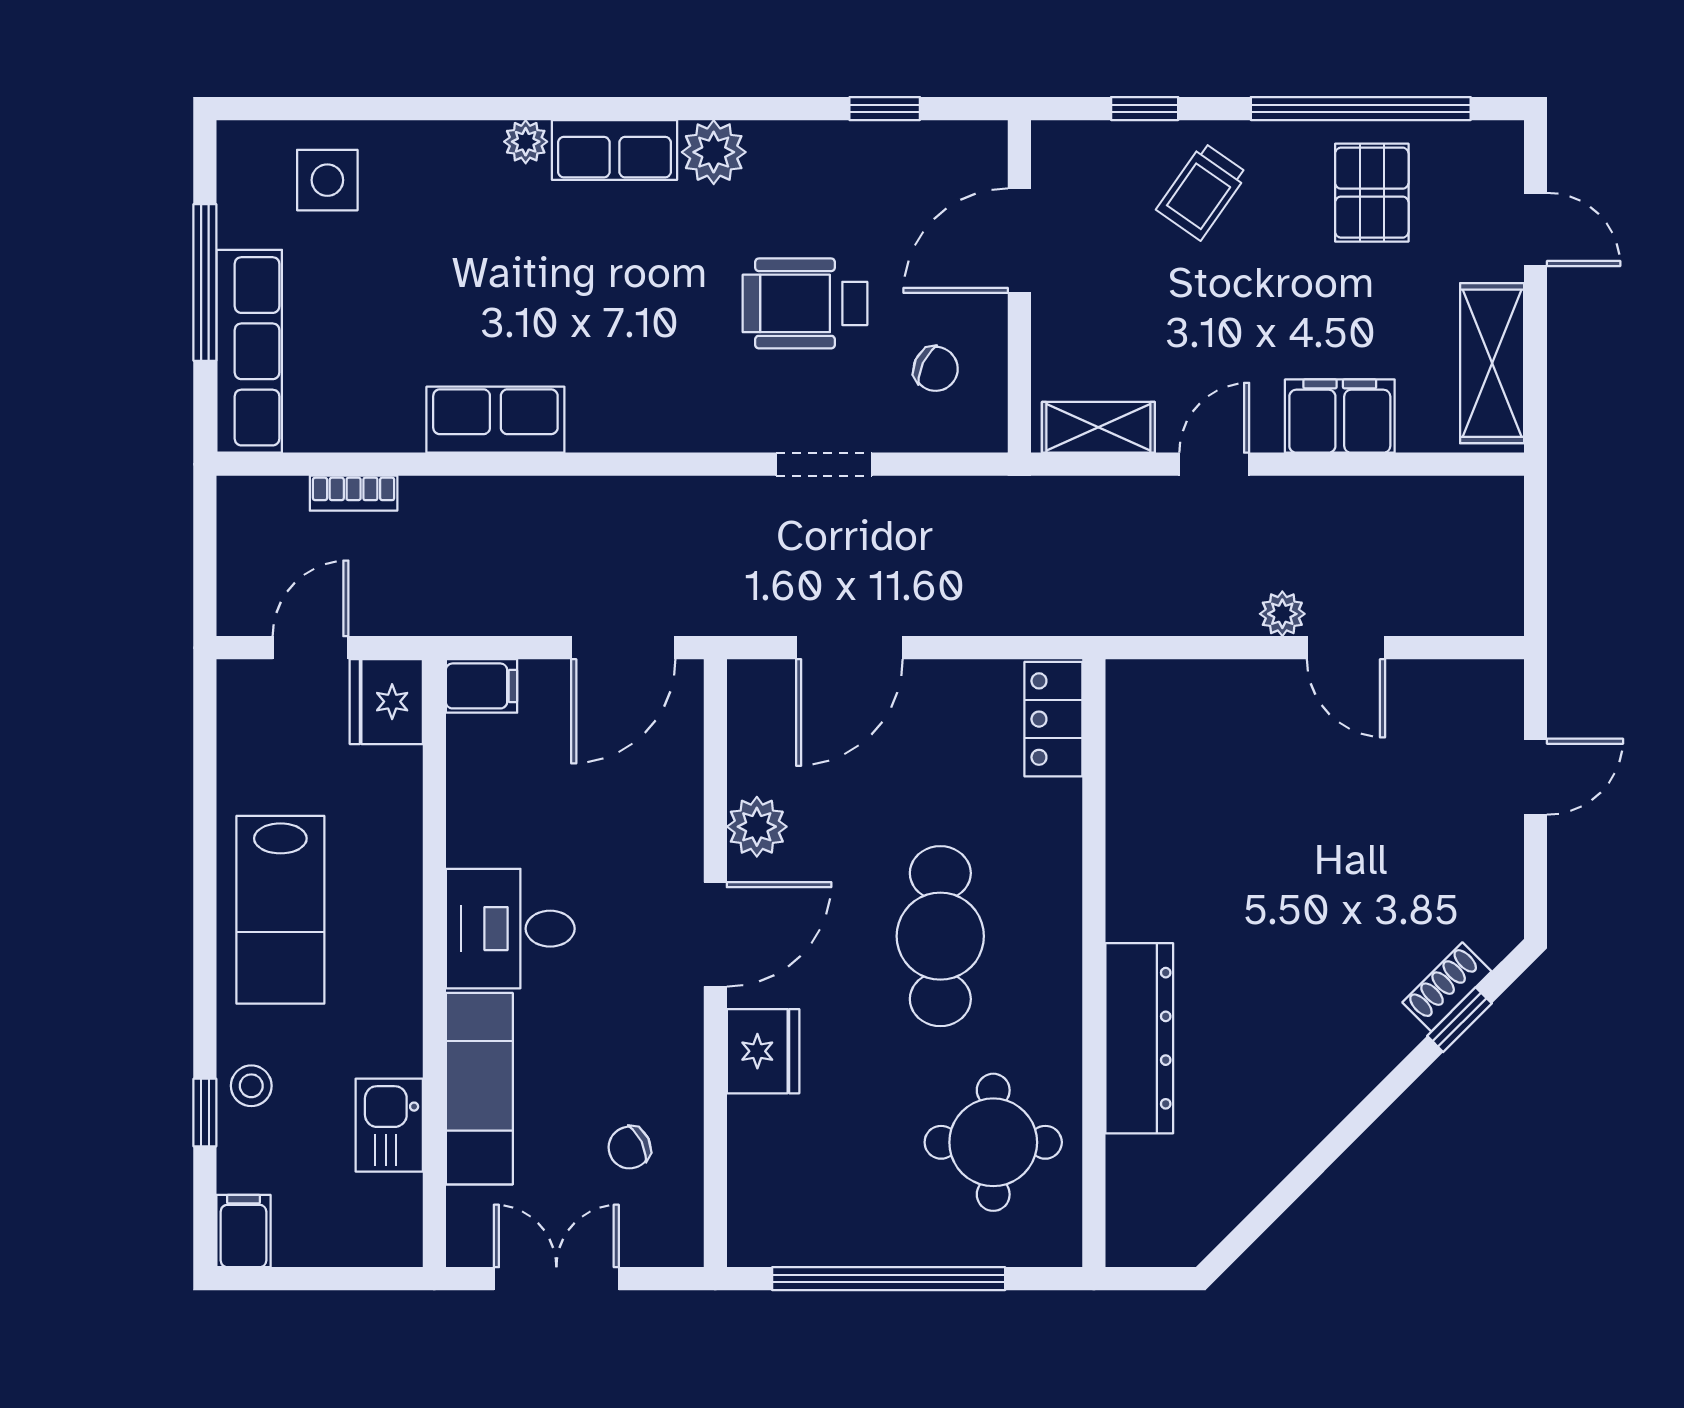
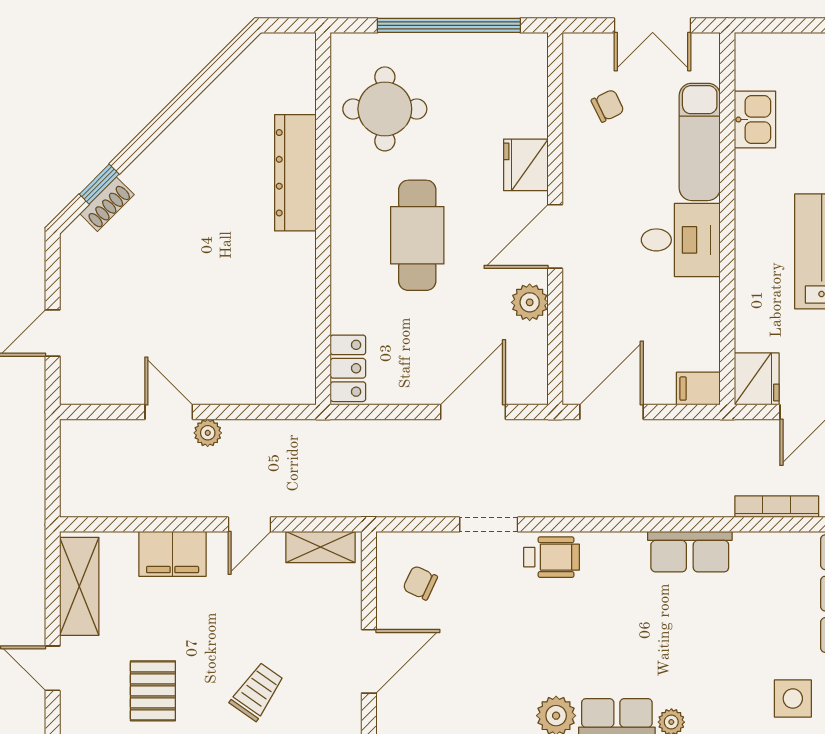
wheelchair: (805, 303) -> (552, 557), moved, width x0.73, depth x0.73
bookcase: (354, 493) -> (777, 507), width x1.56

